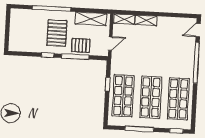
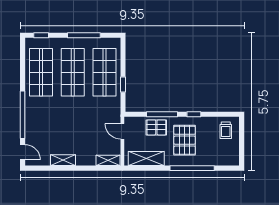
shelving: (146, 20) -> (63, 160), moved
door: (198, 30) -> (22, 152), hinge flipped
trolley: (21, 40) -> (226, 130), added
door: (110, 44) -> (122, 131), hinge flipped

